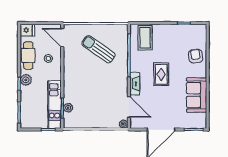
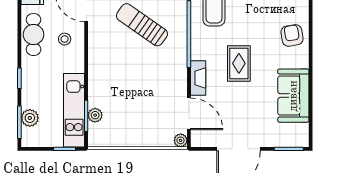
plant: (26, 80) -> (30, 118), moved

